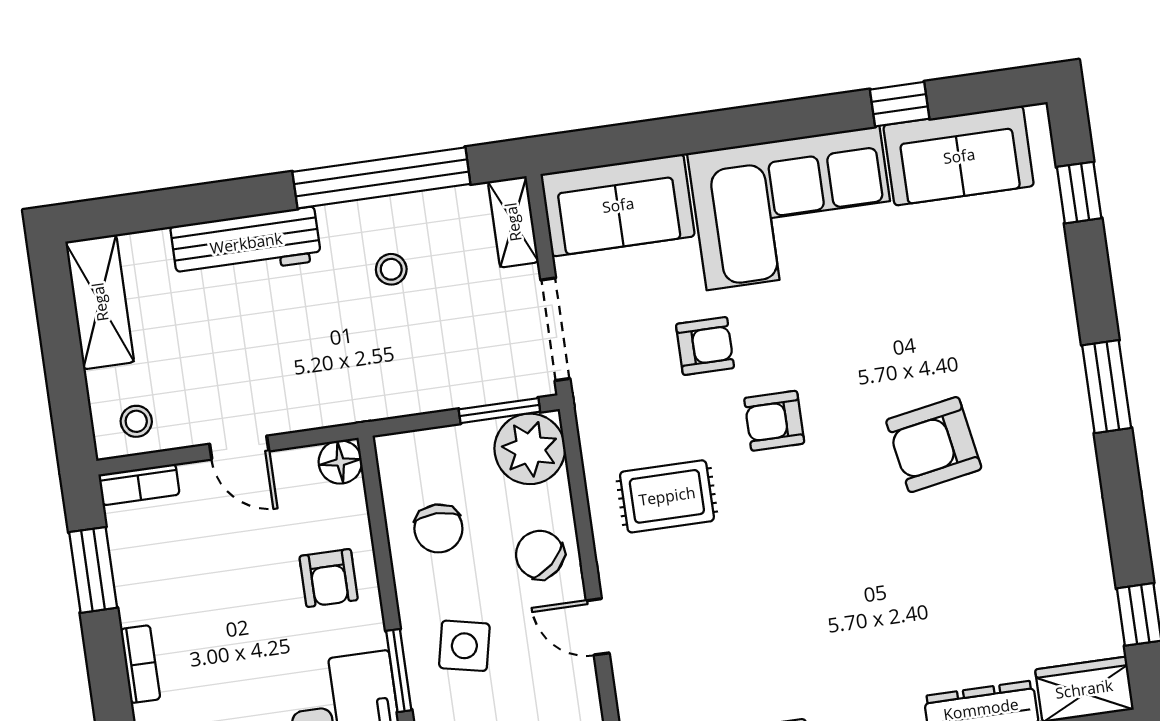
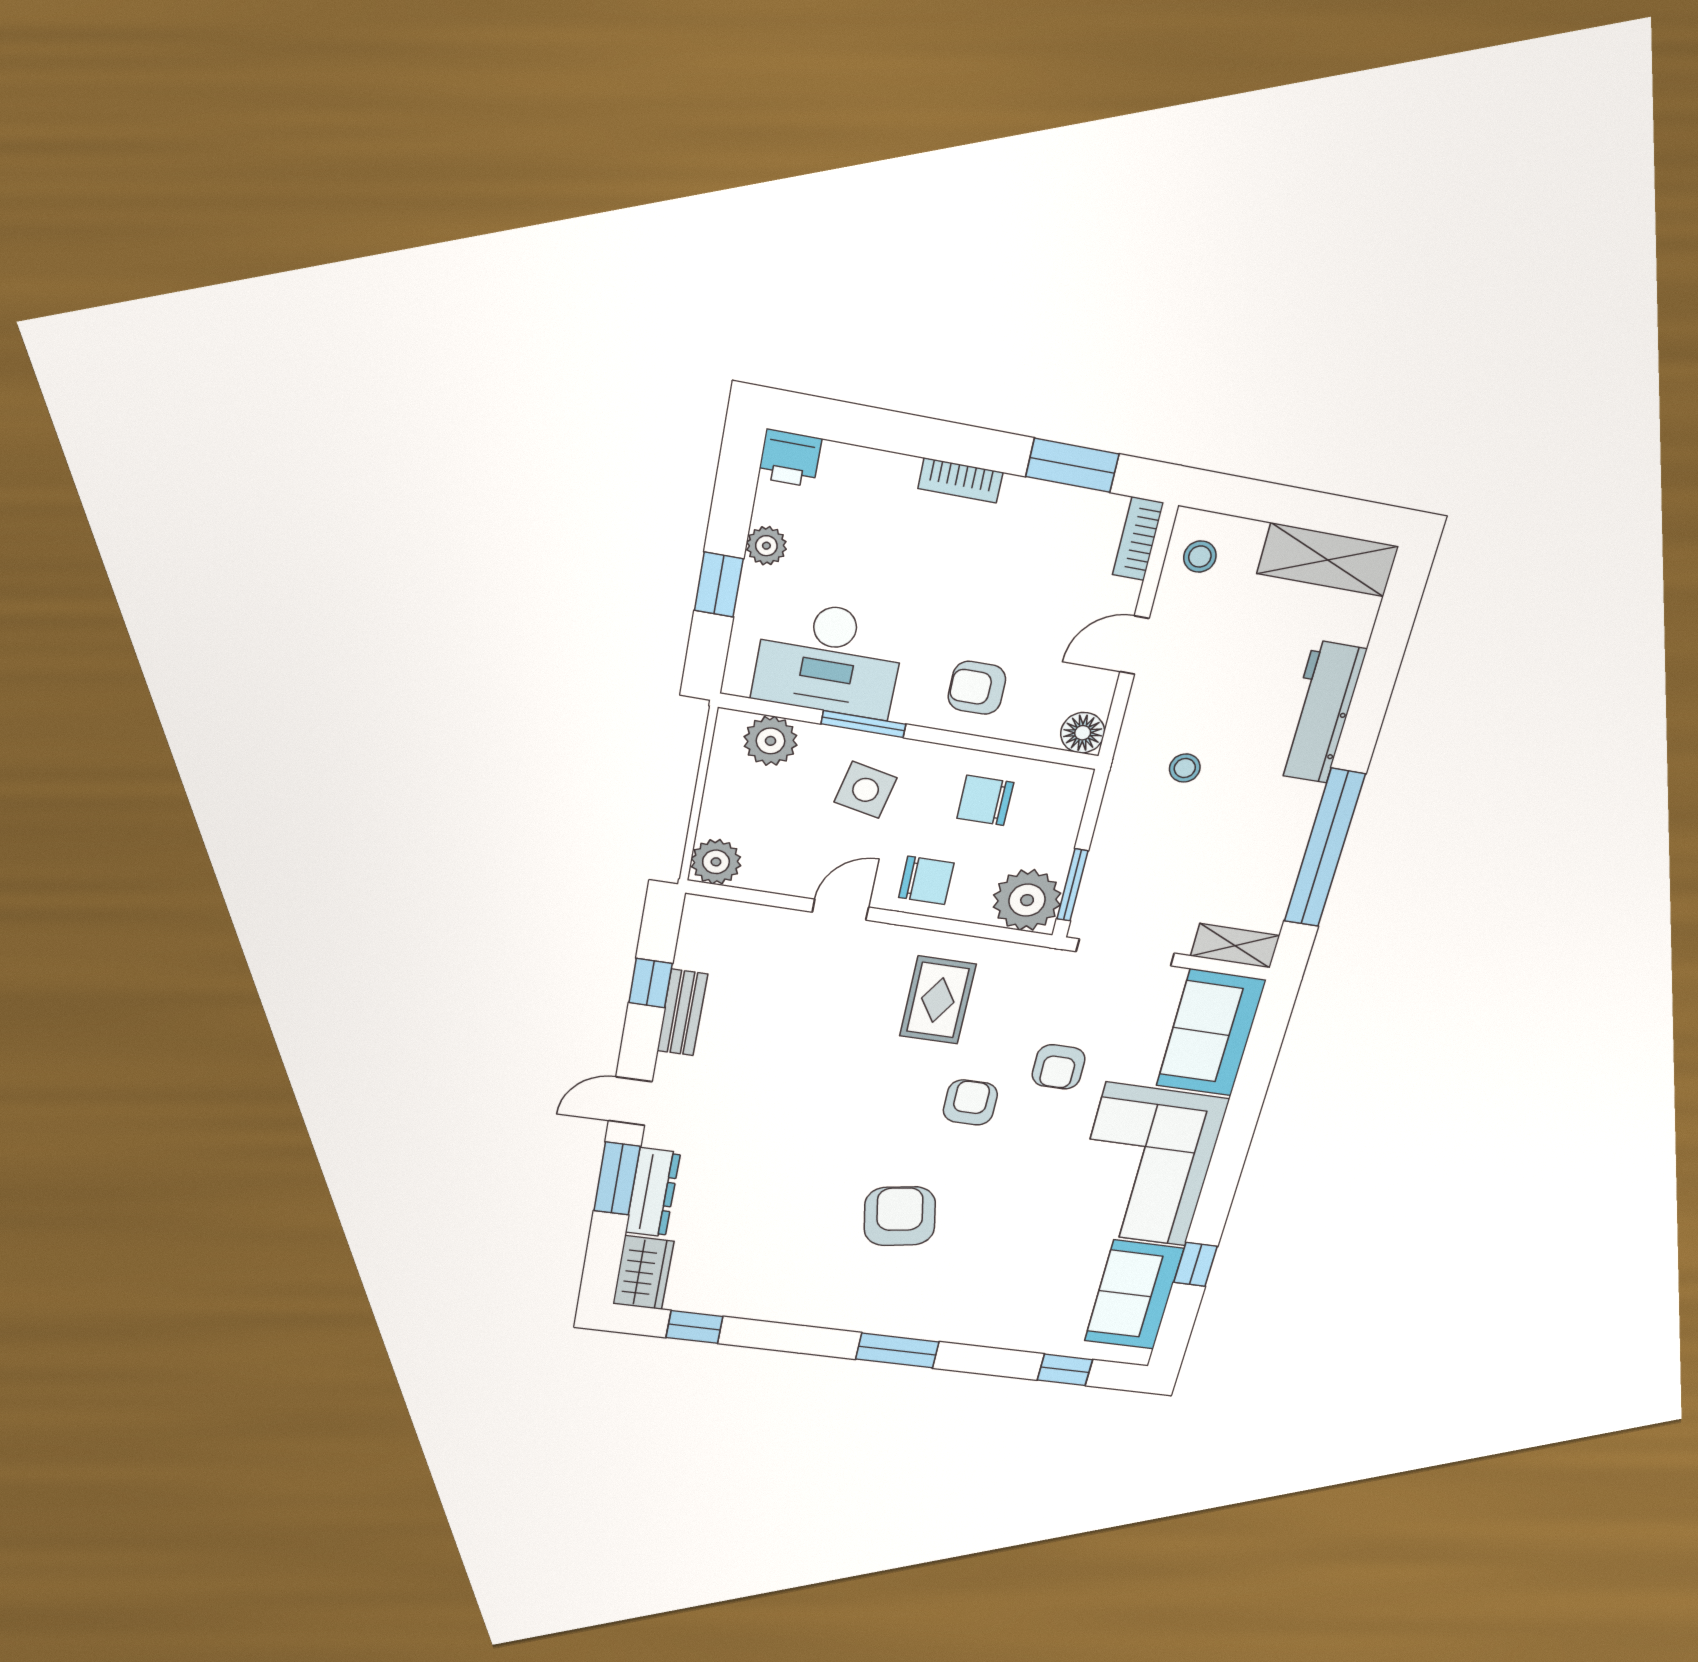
stool: (391, 269) -> (1185, 768), moved
chair: (540, 555) -> (926, 880), turned 42

